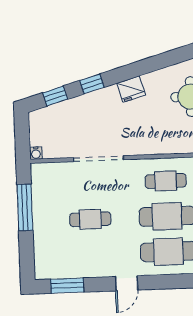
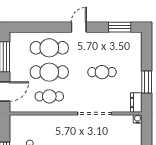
dresser: (39, 177) -> (136, 102), added
window: (25, 207) -> (147, 82), width x0.69

